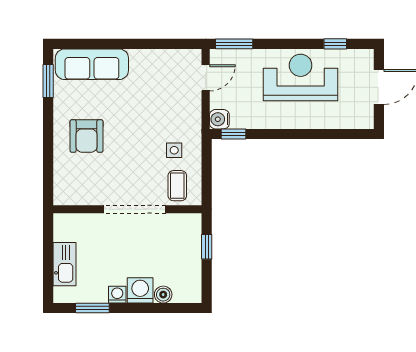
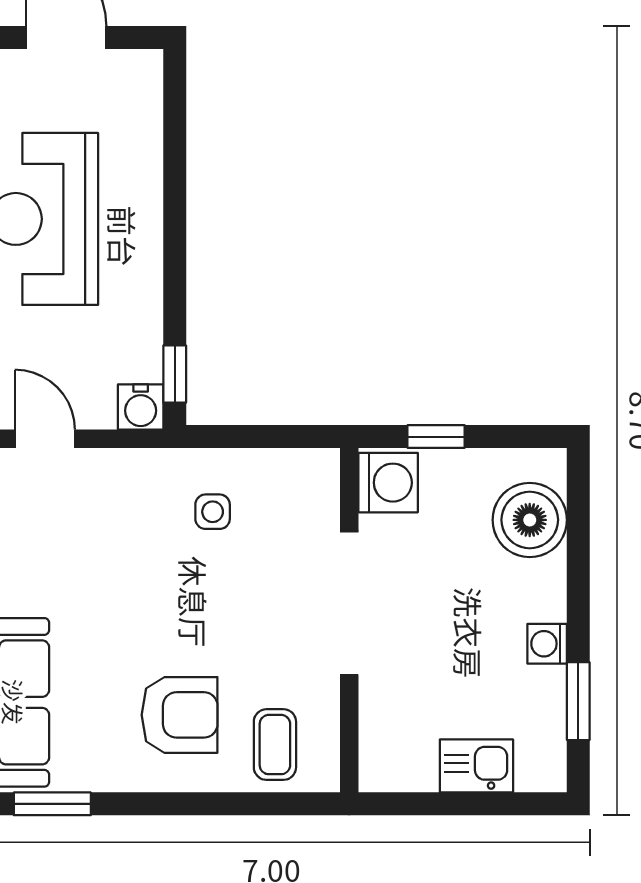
coffee table: (177, 186) -> (275, 745), moved, turned 90
kitchen sink: (64, 264) -> (476, 766), width x0.73
washing machine: (140, 290) -> (388, 483), moved, turned 180
boiler: (163, 295) -> (530, 520), width x1.86, depth x1.86

